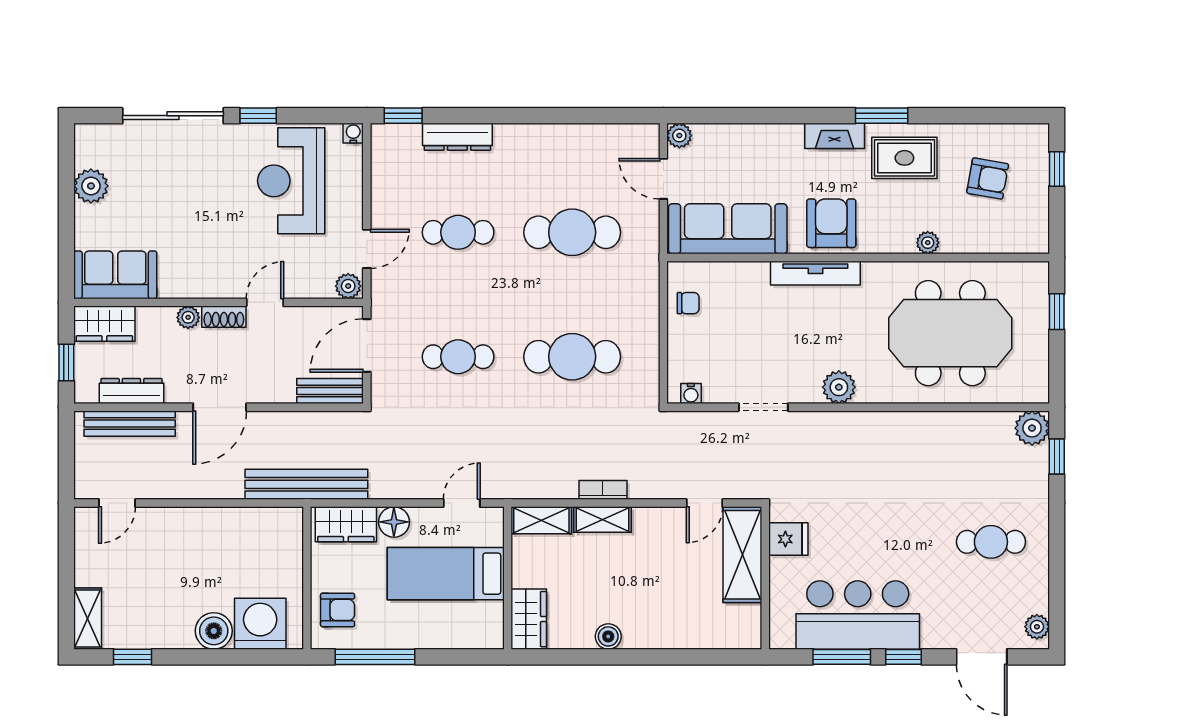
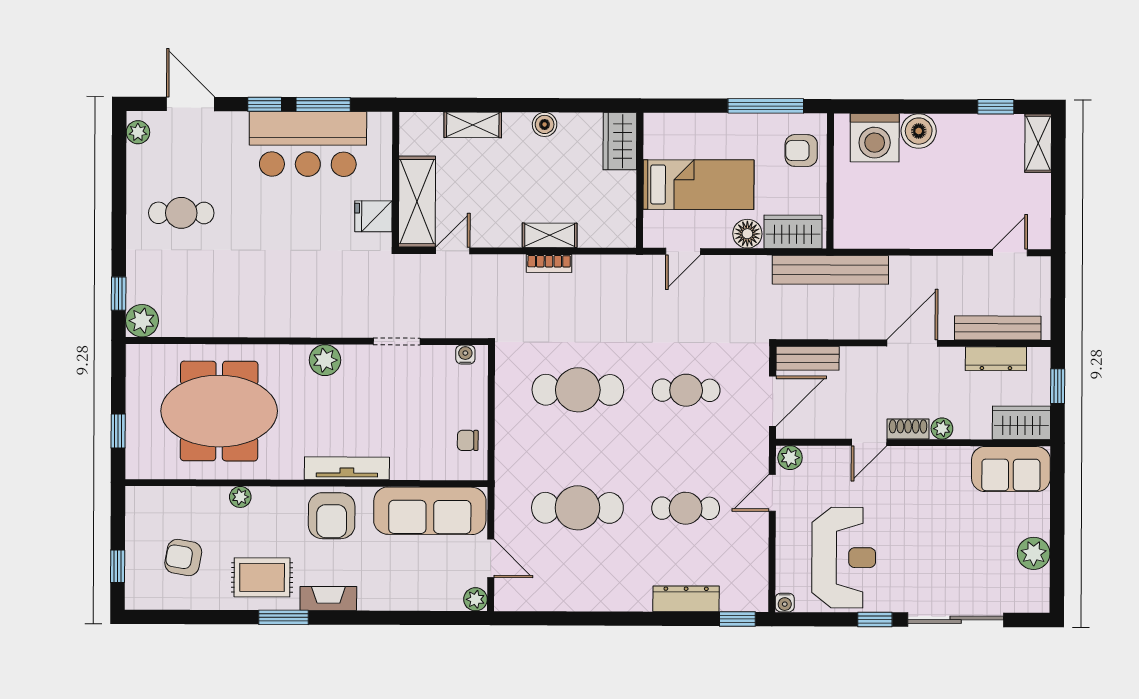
shelving: (541, 520) -> (473, 125), moved

